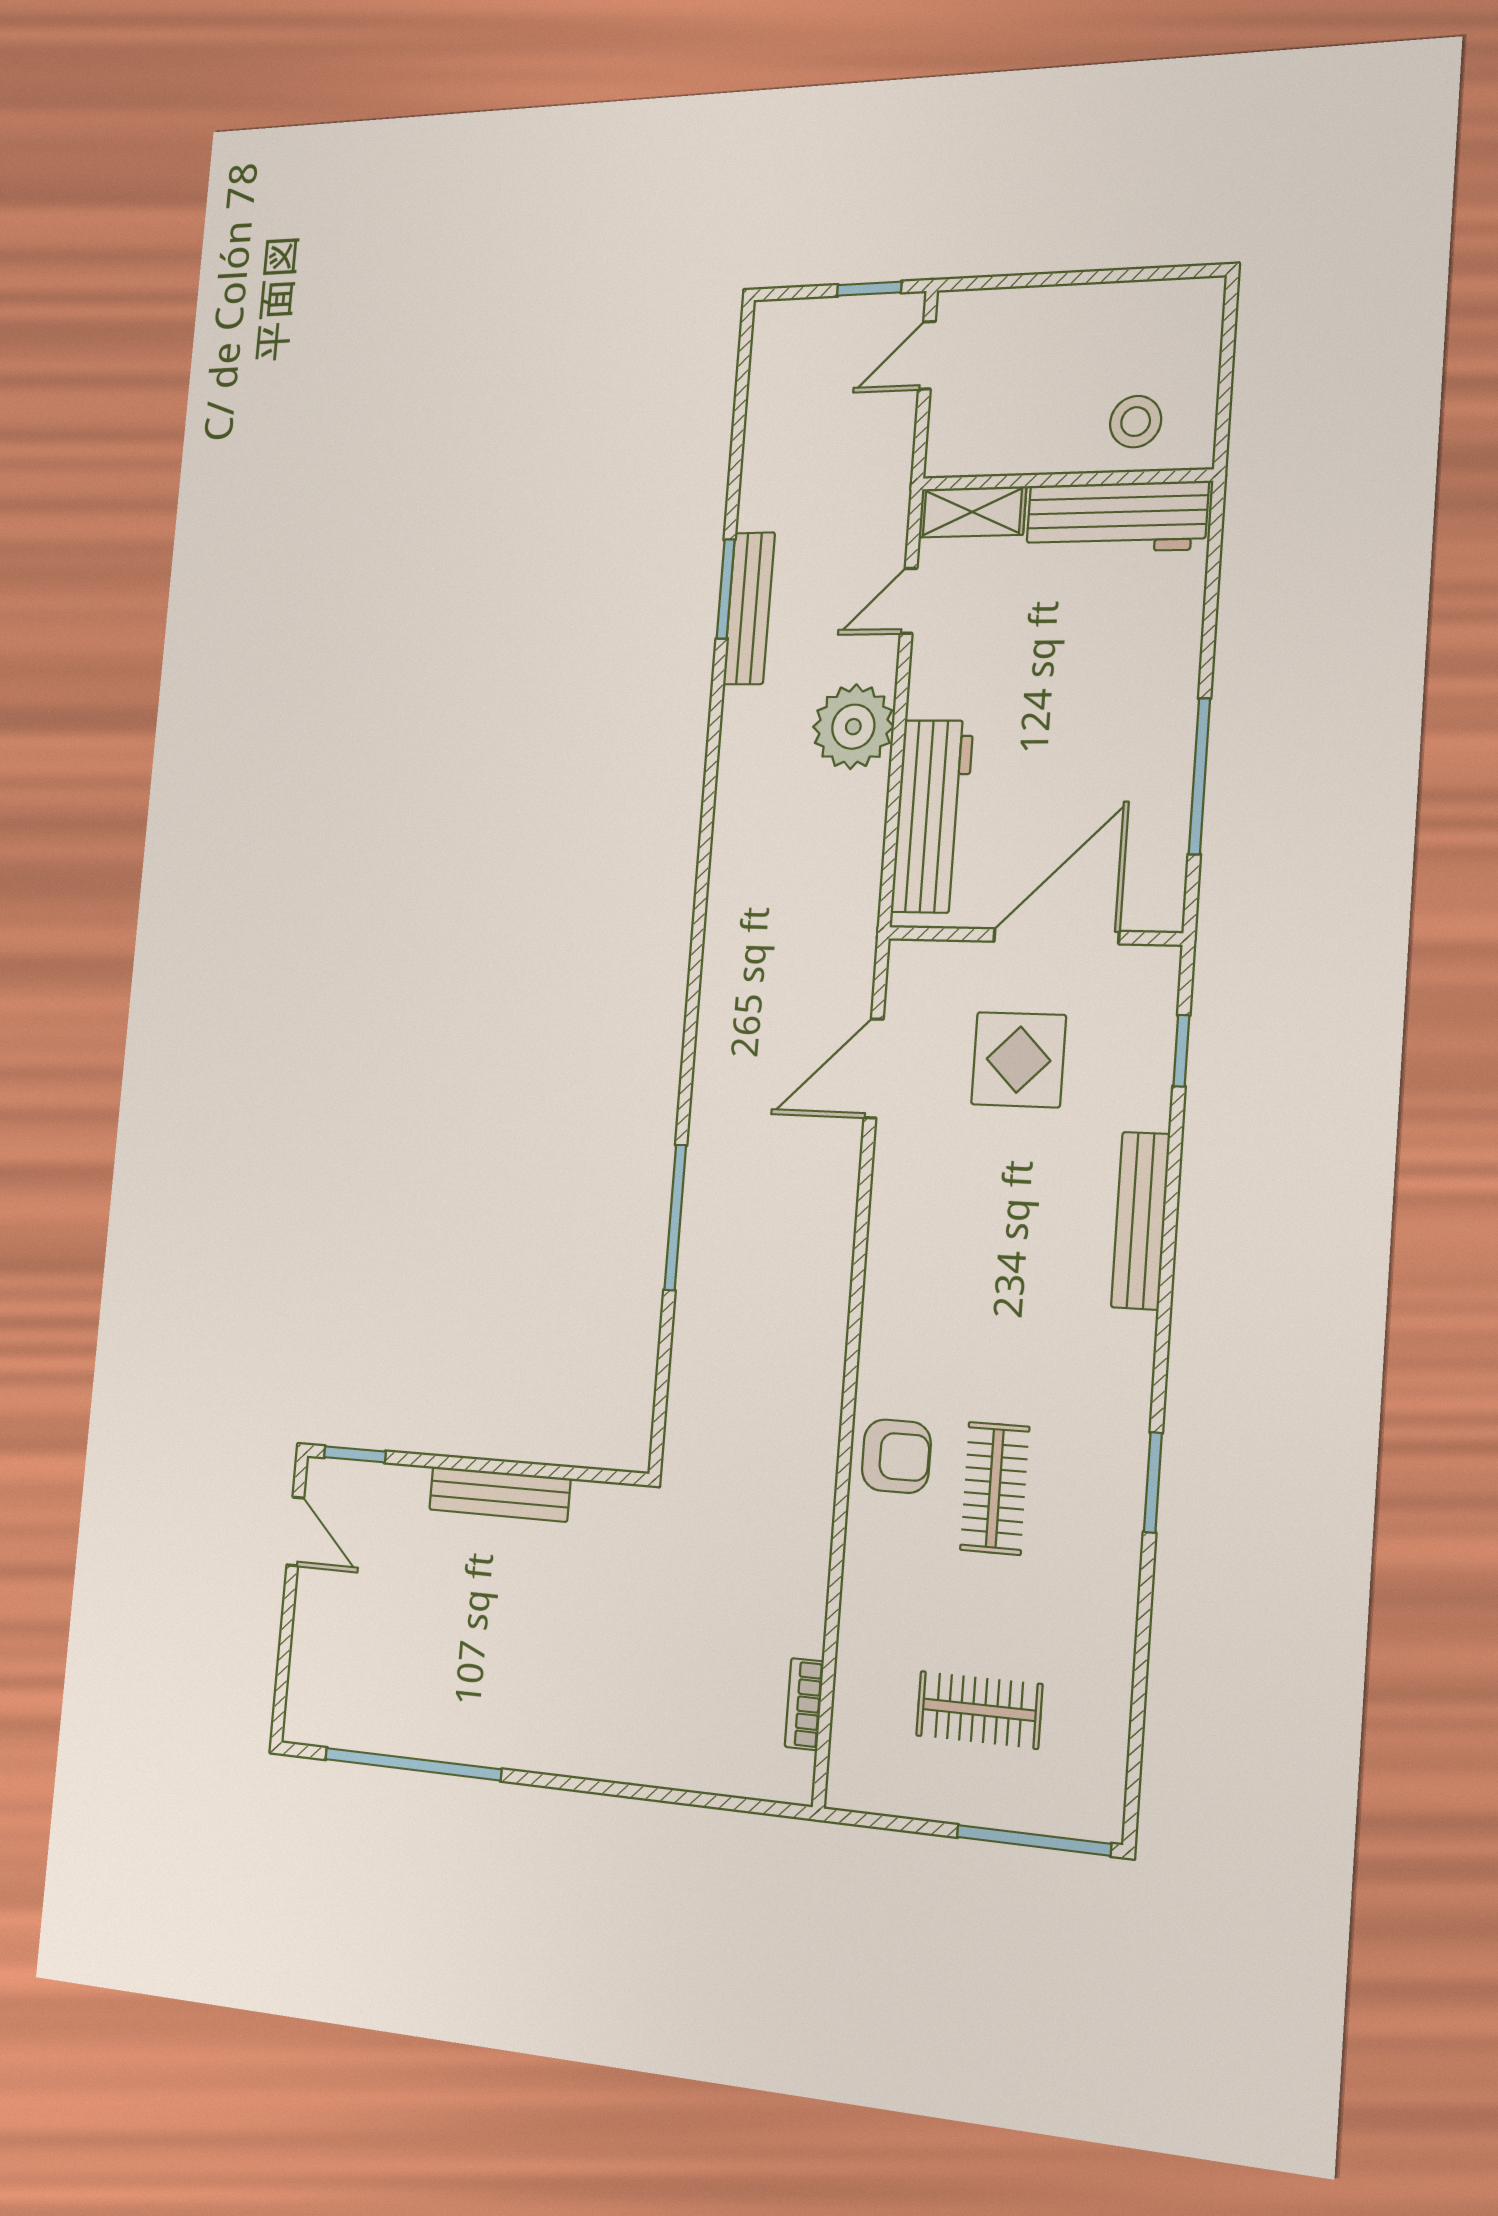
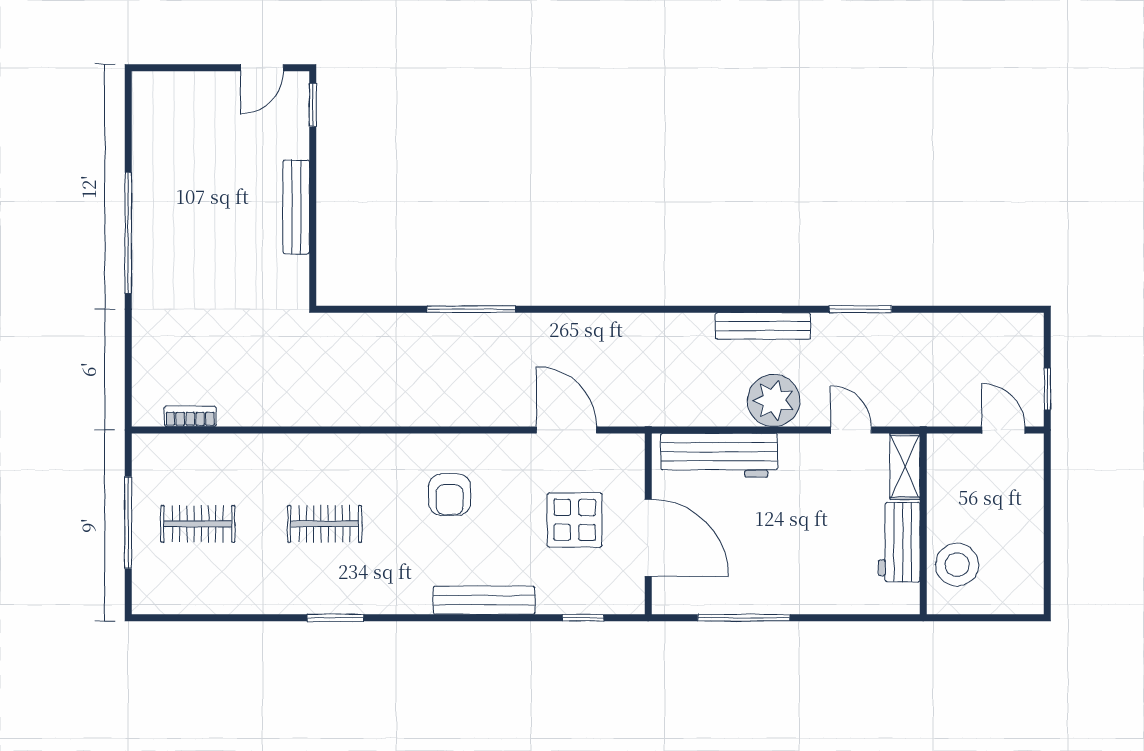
stool: (1136, 422) -> (957, 565), width x1.38, depth x1.38
workbench: (1117, 517) -> (899, 542), width x0.73
bench: (749, 608) -> (763, 326), moved
armchair: (896, 1456) -> (450, 495), moved
clothes rail: (979, 1710) -> (198, 524), turned 90
window: (413, 1764) -> (128, 233), moved
window: (1034, 1840) -> (128, 523), moved

